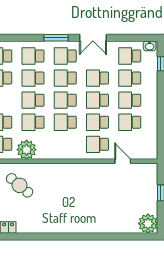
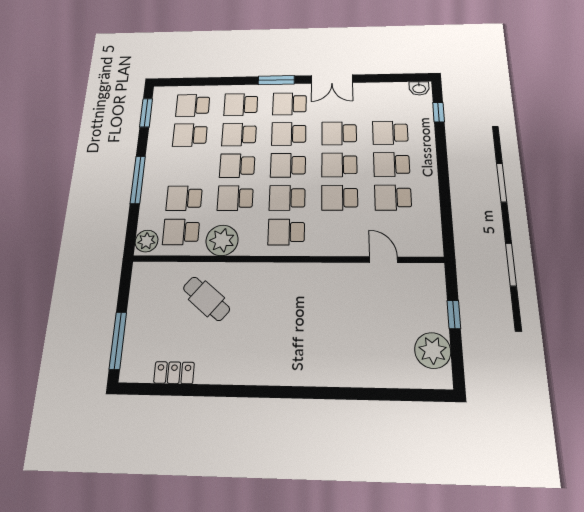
school desk: (130, 56) -> (389, 102), removed
school desk: (98, 144) -> (286, 232), moved
plant: (148, 224) -> (433, 350), moved

